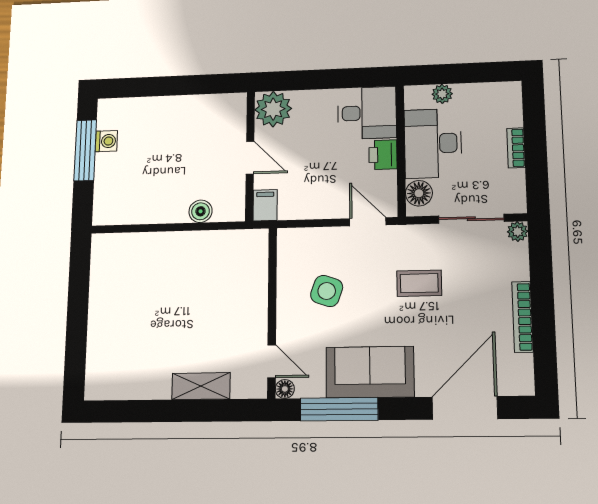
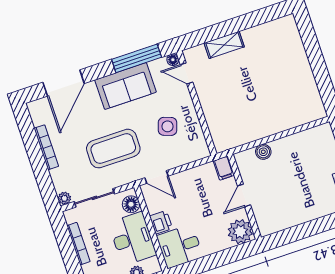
bookcase: (516, 148) -> (78, 244), width x1.56
door: (250, 158) -> (244, 195), hinge flipped
coffee table: (419, 283) -> (113, 149), width x1.86, depth x1.72

